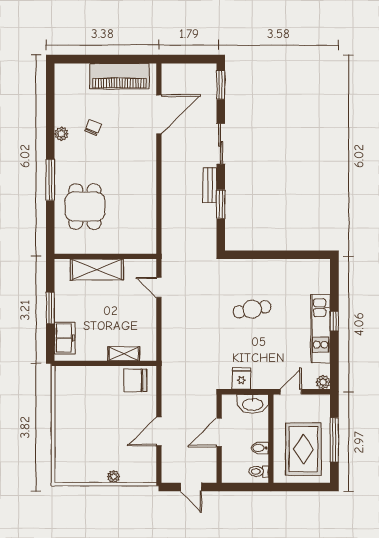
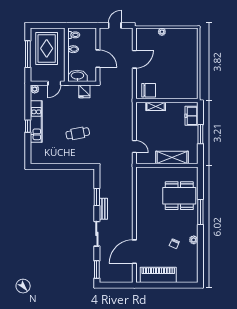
dining table: (85, 207) -> (179, 196), width x1.38
door: (219, 432) -> (98, 59), hinge flipped
door: (191, 487) -> (115, 25), hinge flipped

